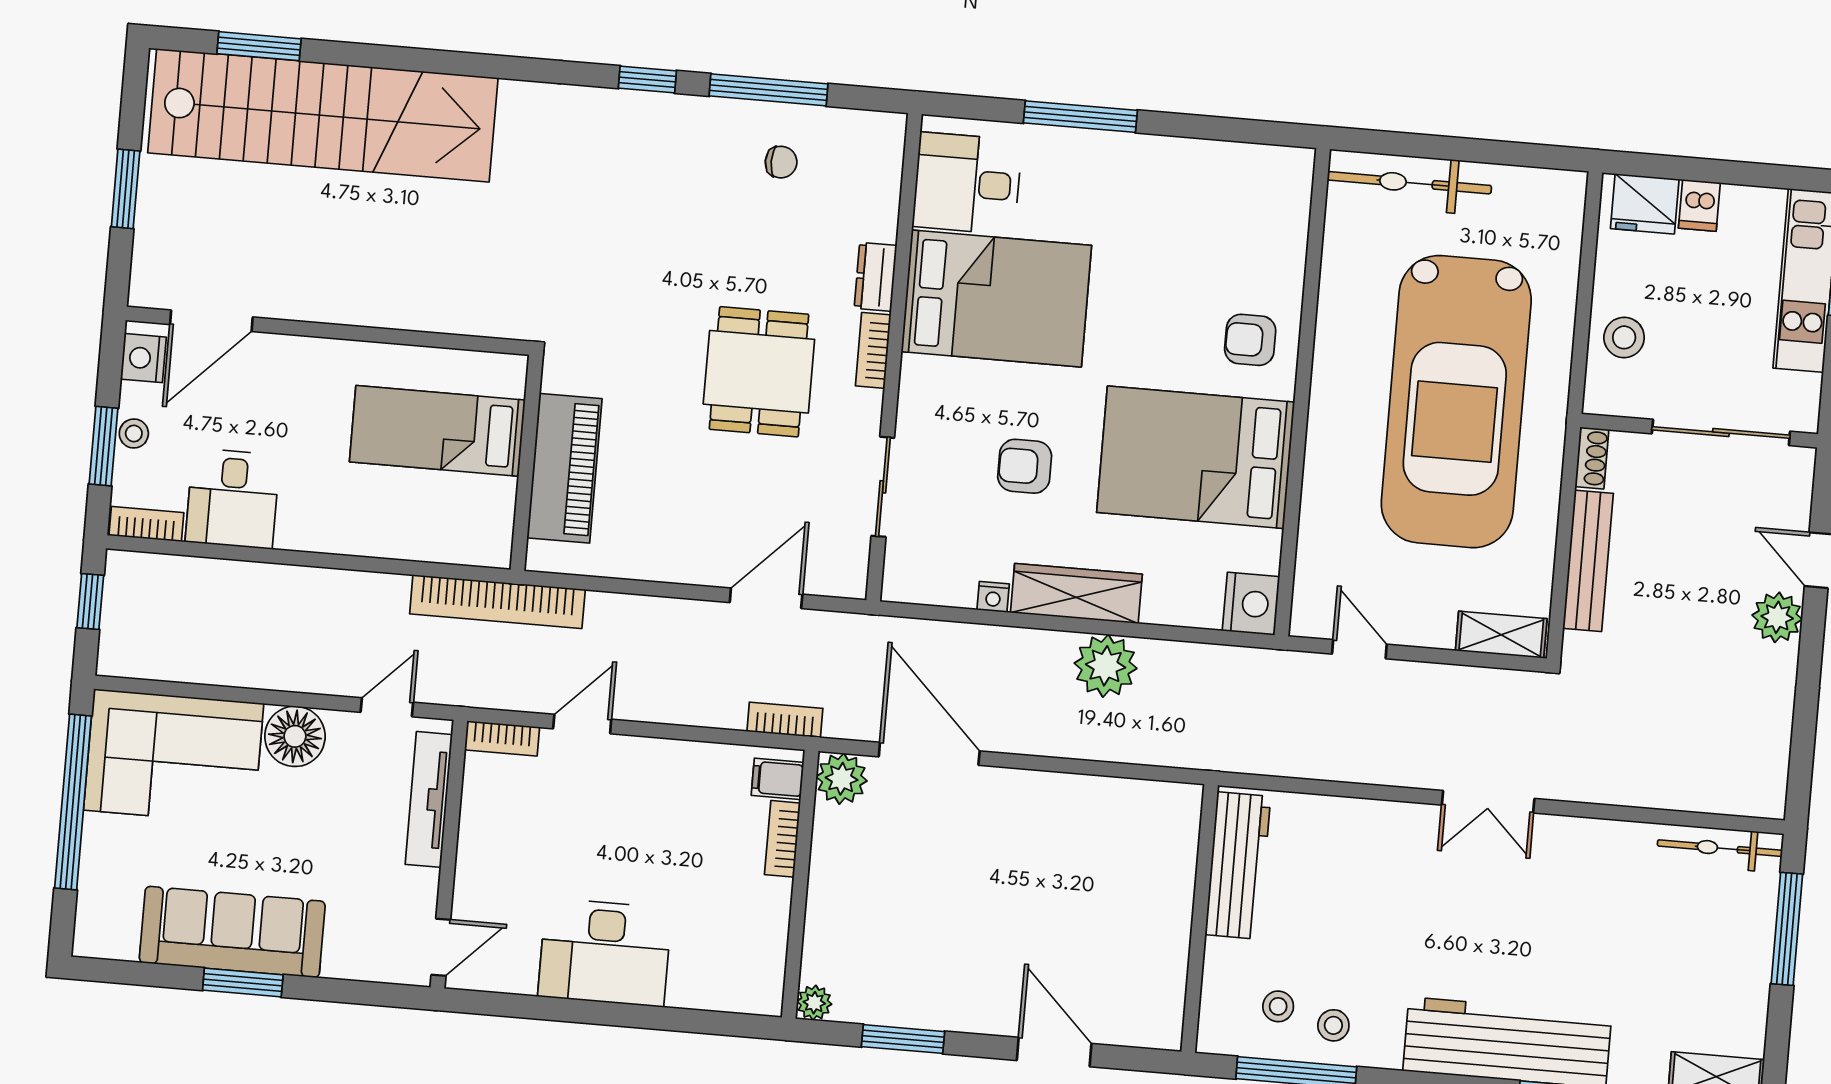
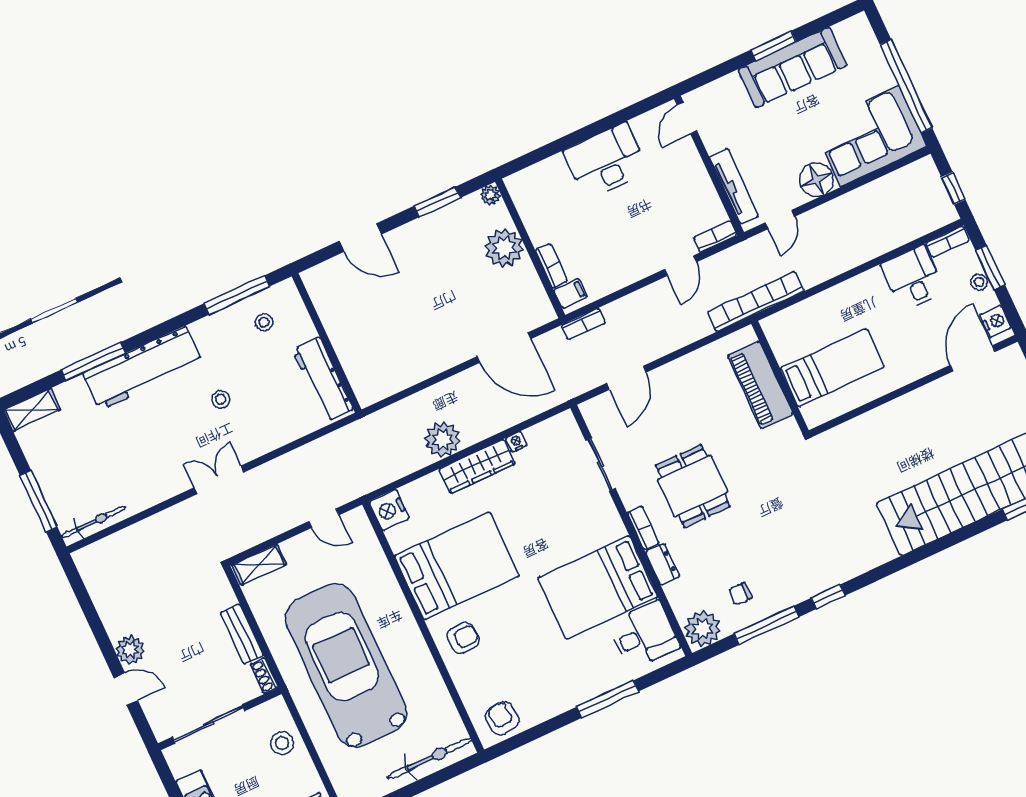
plant: (870, 141) -> (703, 629), added
armchair: (1025, 466) -> (502, 718), moved, turned -98
bench: (1588, 561) -> (242, 634), width x0.73
plant: (842, 779) -> (504, 248), moved, width x1.36, depth x1.36
stool: (1333, 1025) -> (221, 399), moved

